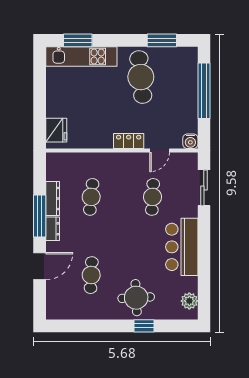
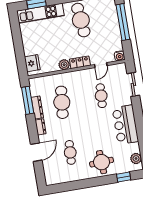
plant: (104, 140) -> (64, 65), added
cafe table: (91, 197) -> (62, 102), width x1.37, depth x1.35
window: (40, 216) -> (28, 100), moved
window: (144, 326) -> (124, 177), moved

